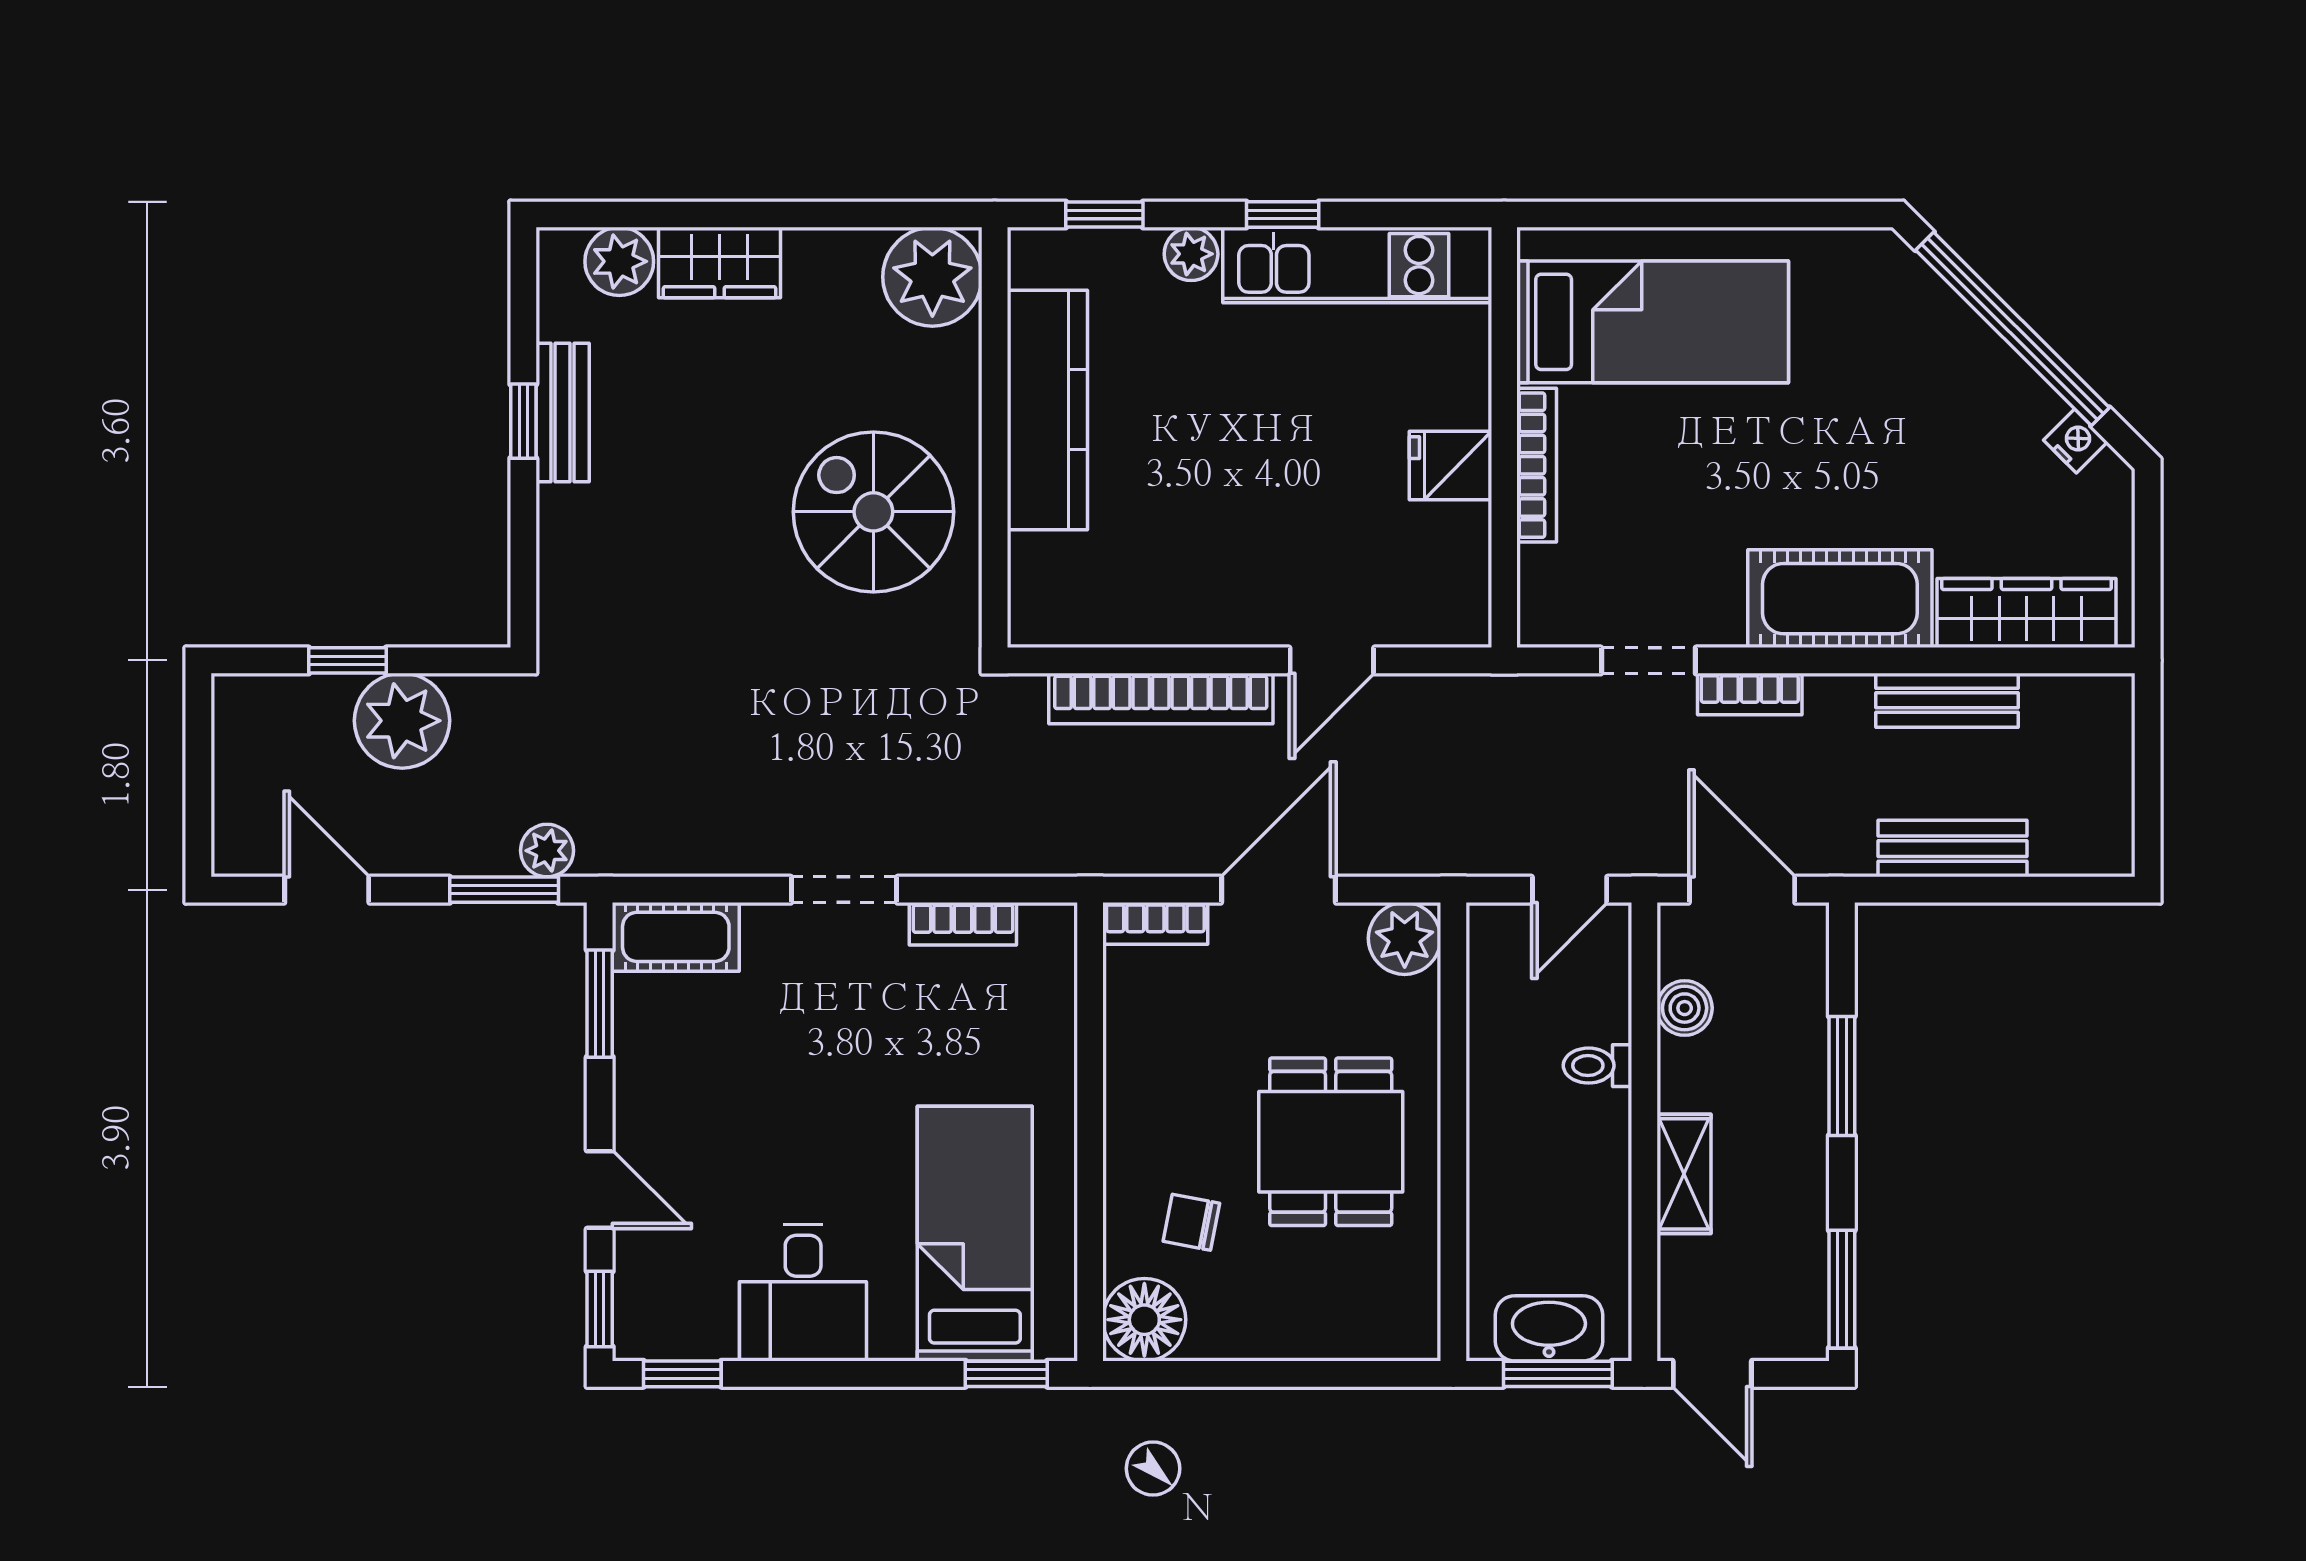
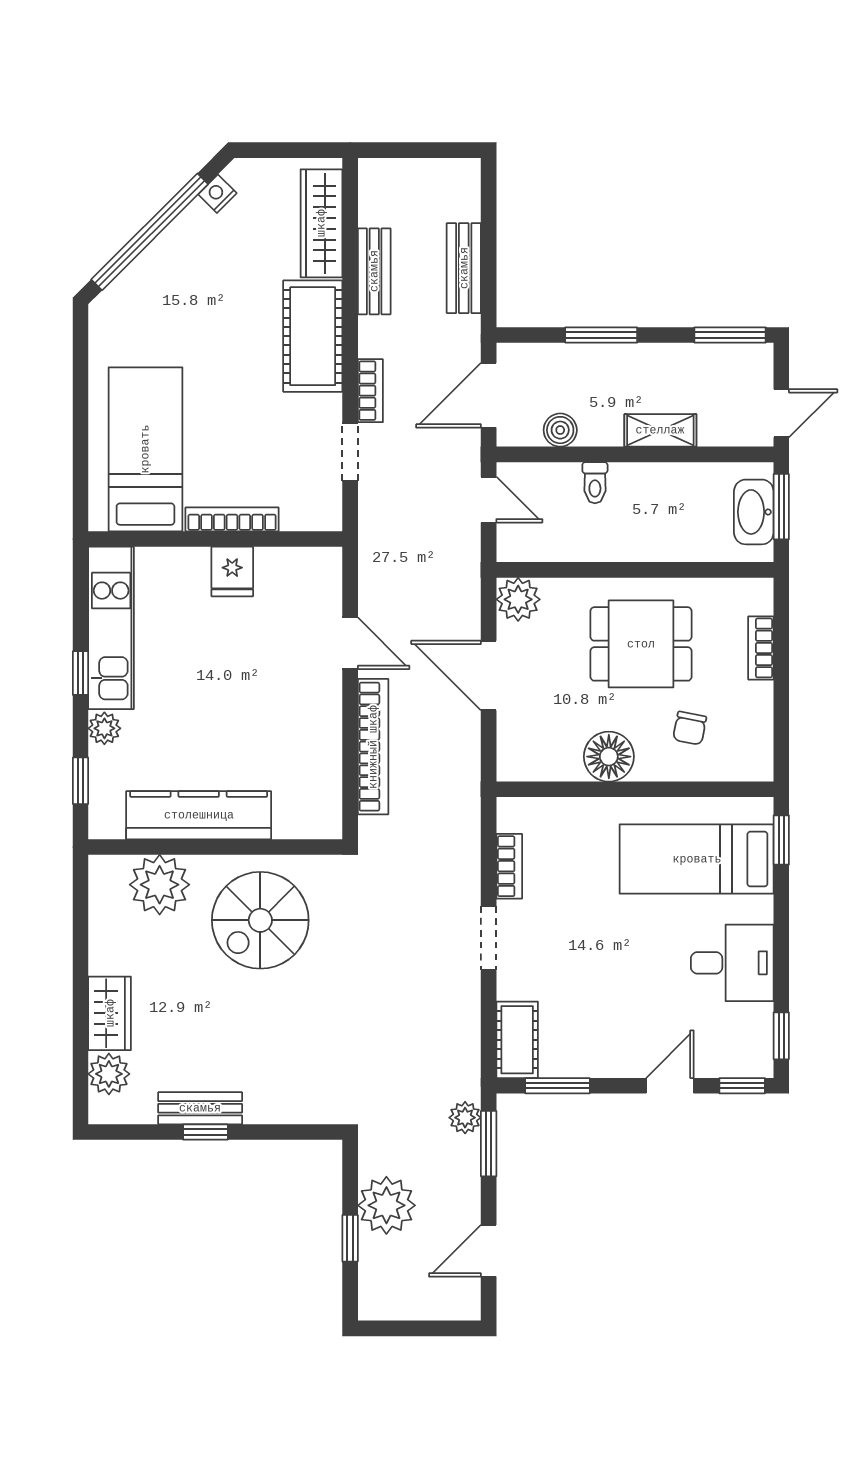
plant: (932, 277) -> (160, 885), moved
bookcase: (1155, 923) -> (761, 648), moved, turned 180
floor lamp: (1144, 1320) -> (609, 757), moved

